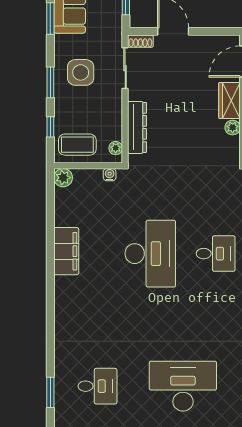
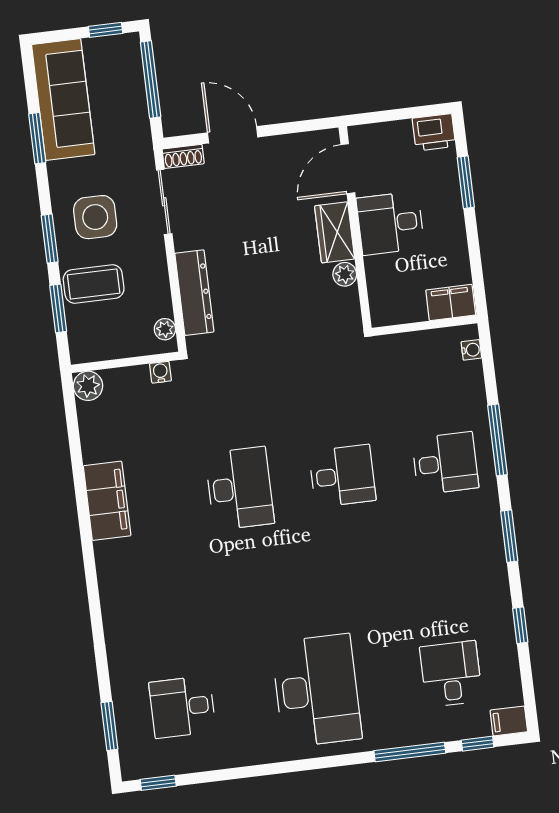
window: (50, 127) -> (58, 308), width x1.50
coffee table: (77, 145) -> (94, 284), moved
desk: (150, 254) -> (240, 488), width x0.73, depth x0.77
desk: (98, 386) -> (182, 707), turned 180
desk: (183, 386) -> (317, 691), turned 90

